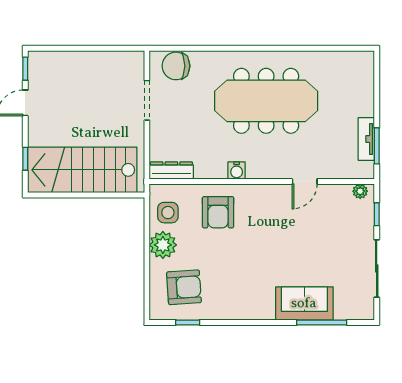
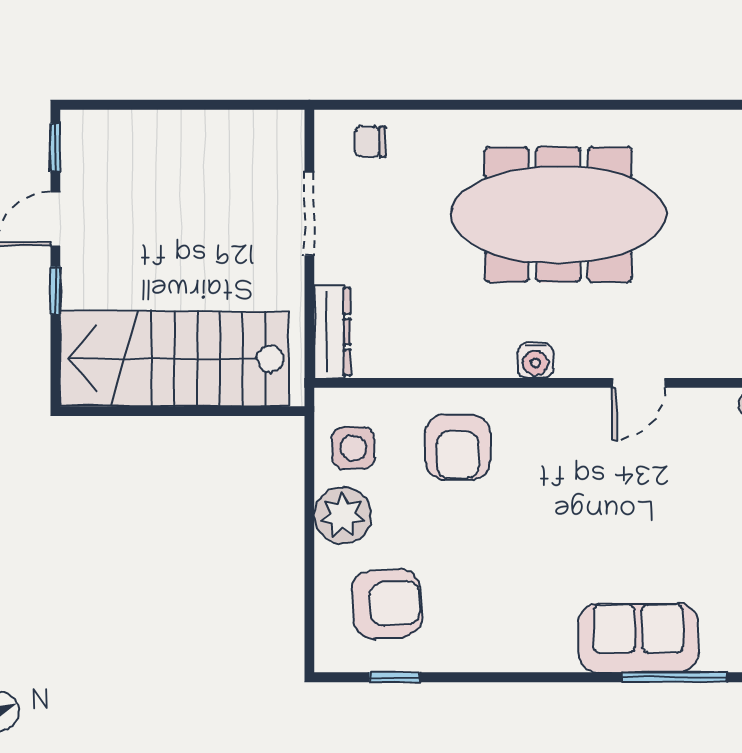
chair: (176, 66) -> (370, 142), width x0.54, depth x0.54
window: (25, 159) -> (55, 291), moved
dresser: (171, 170) -> (332, 332), moved, turned 90
water cooler: (237, 171) -> (535, 360), moved

